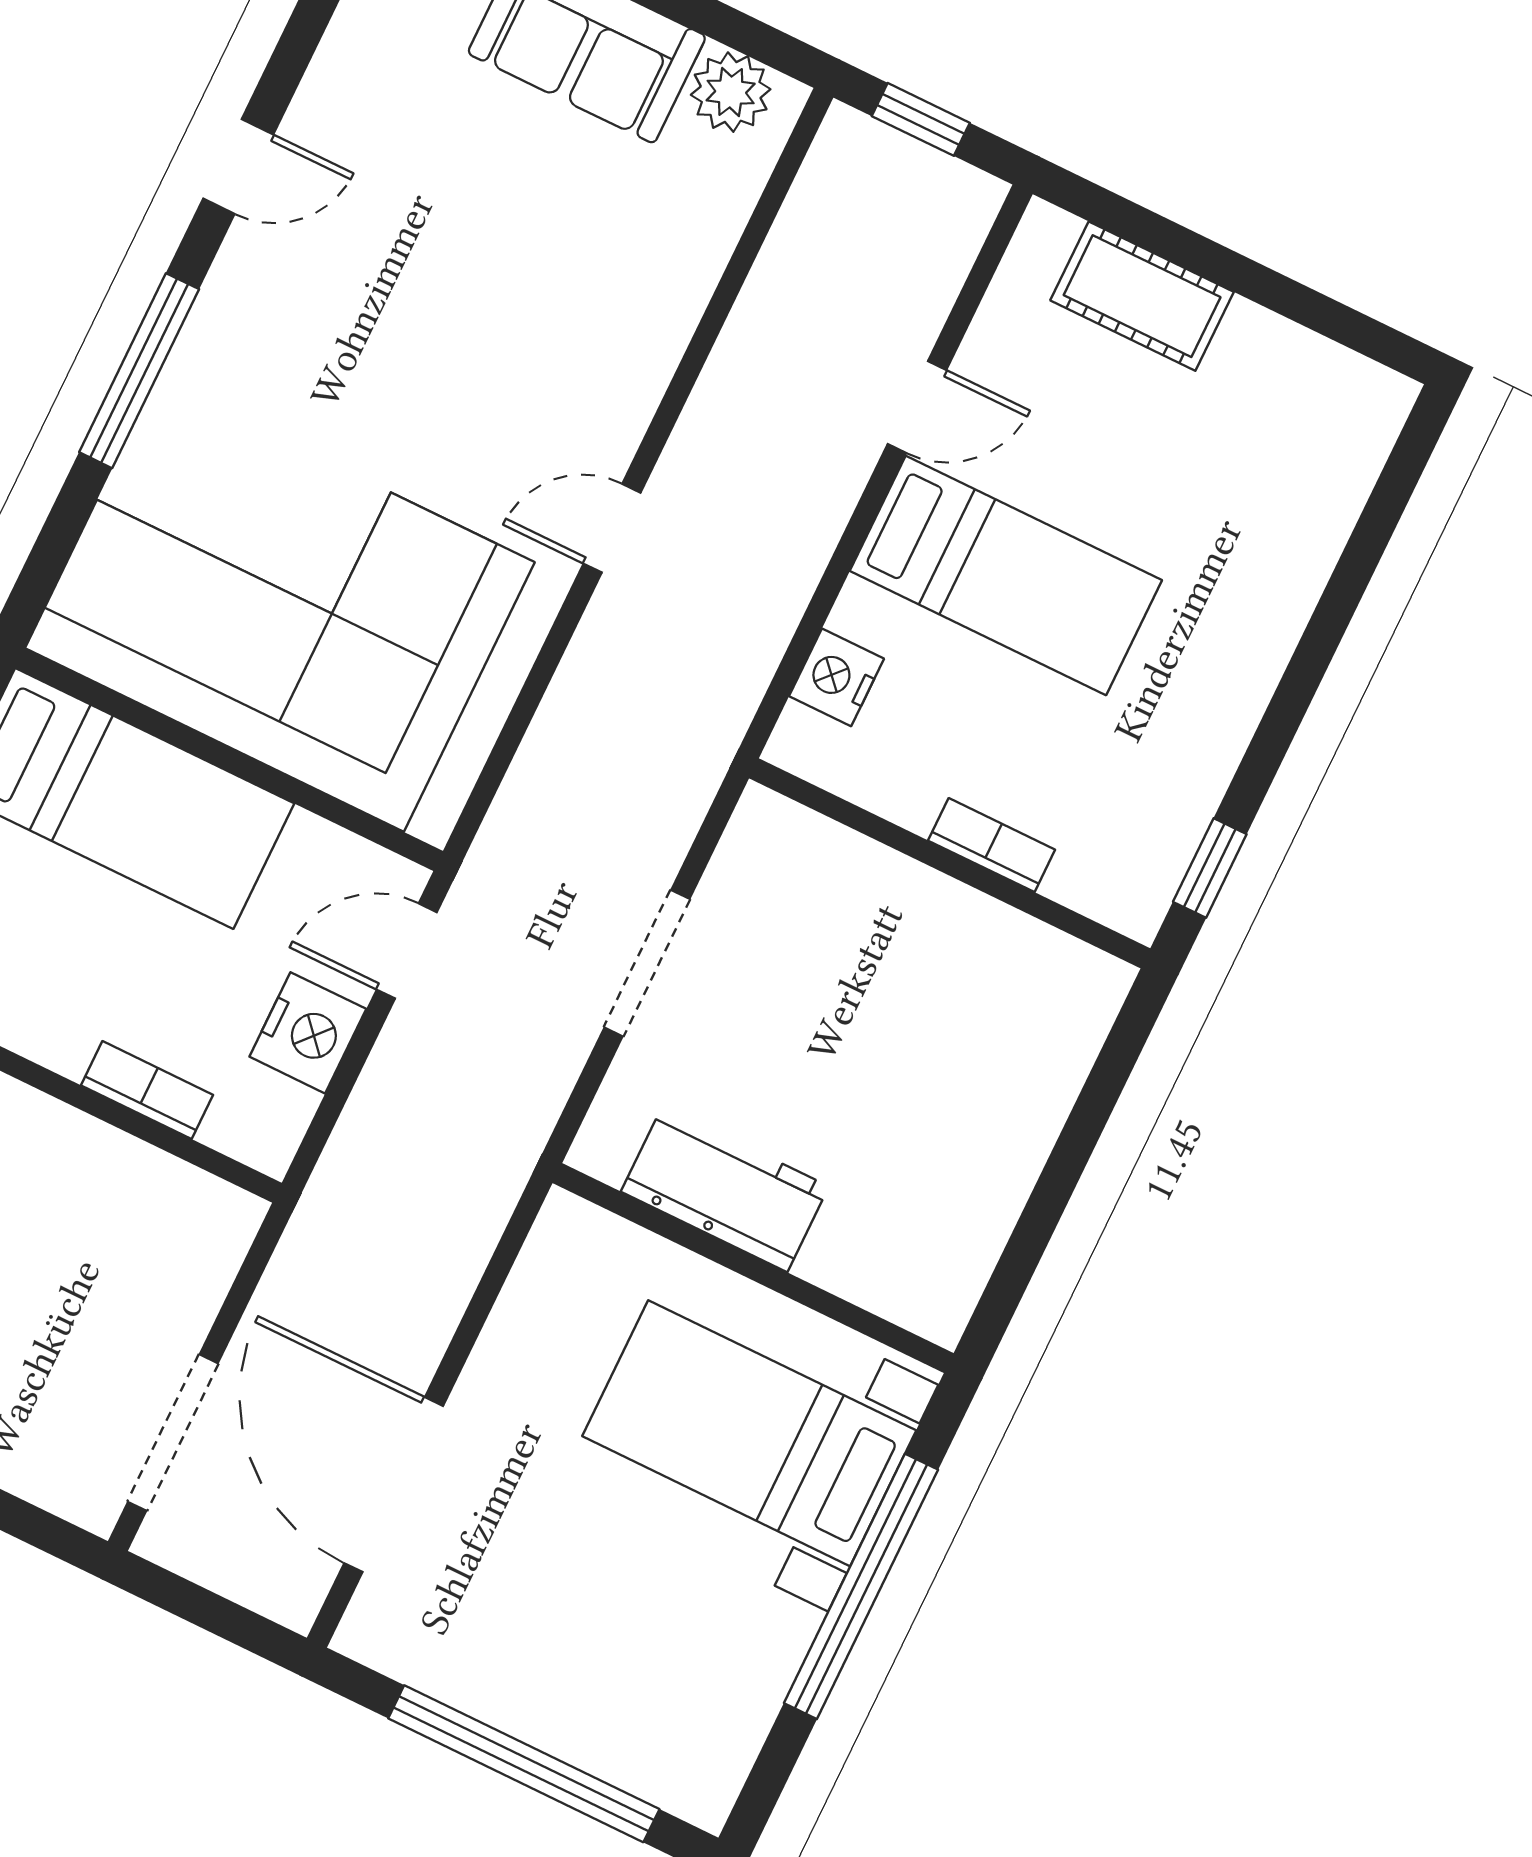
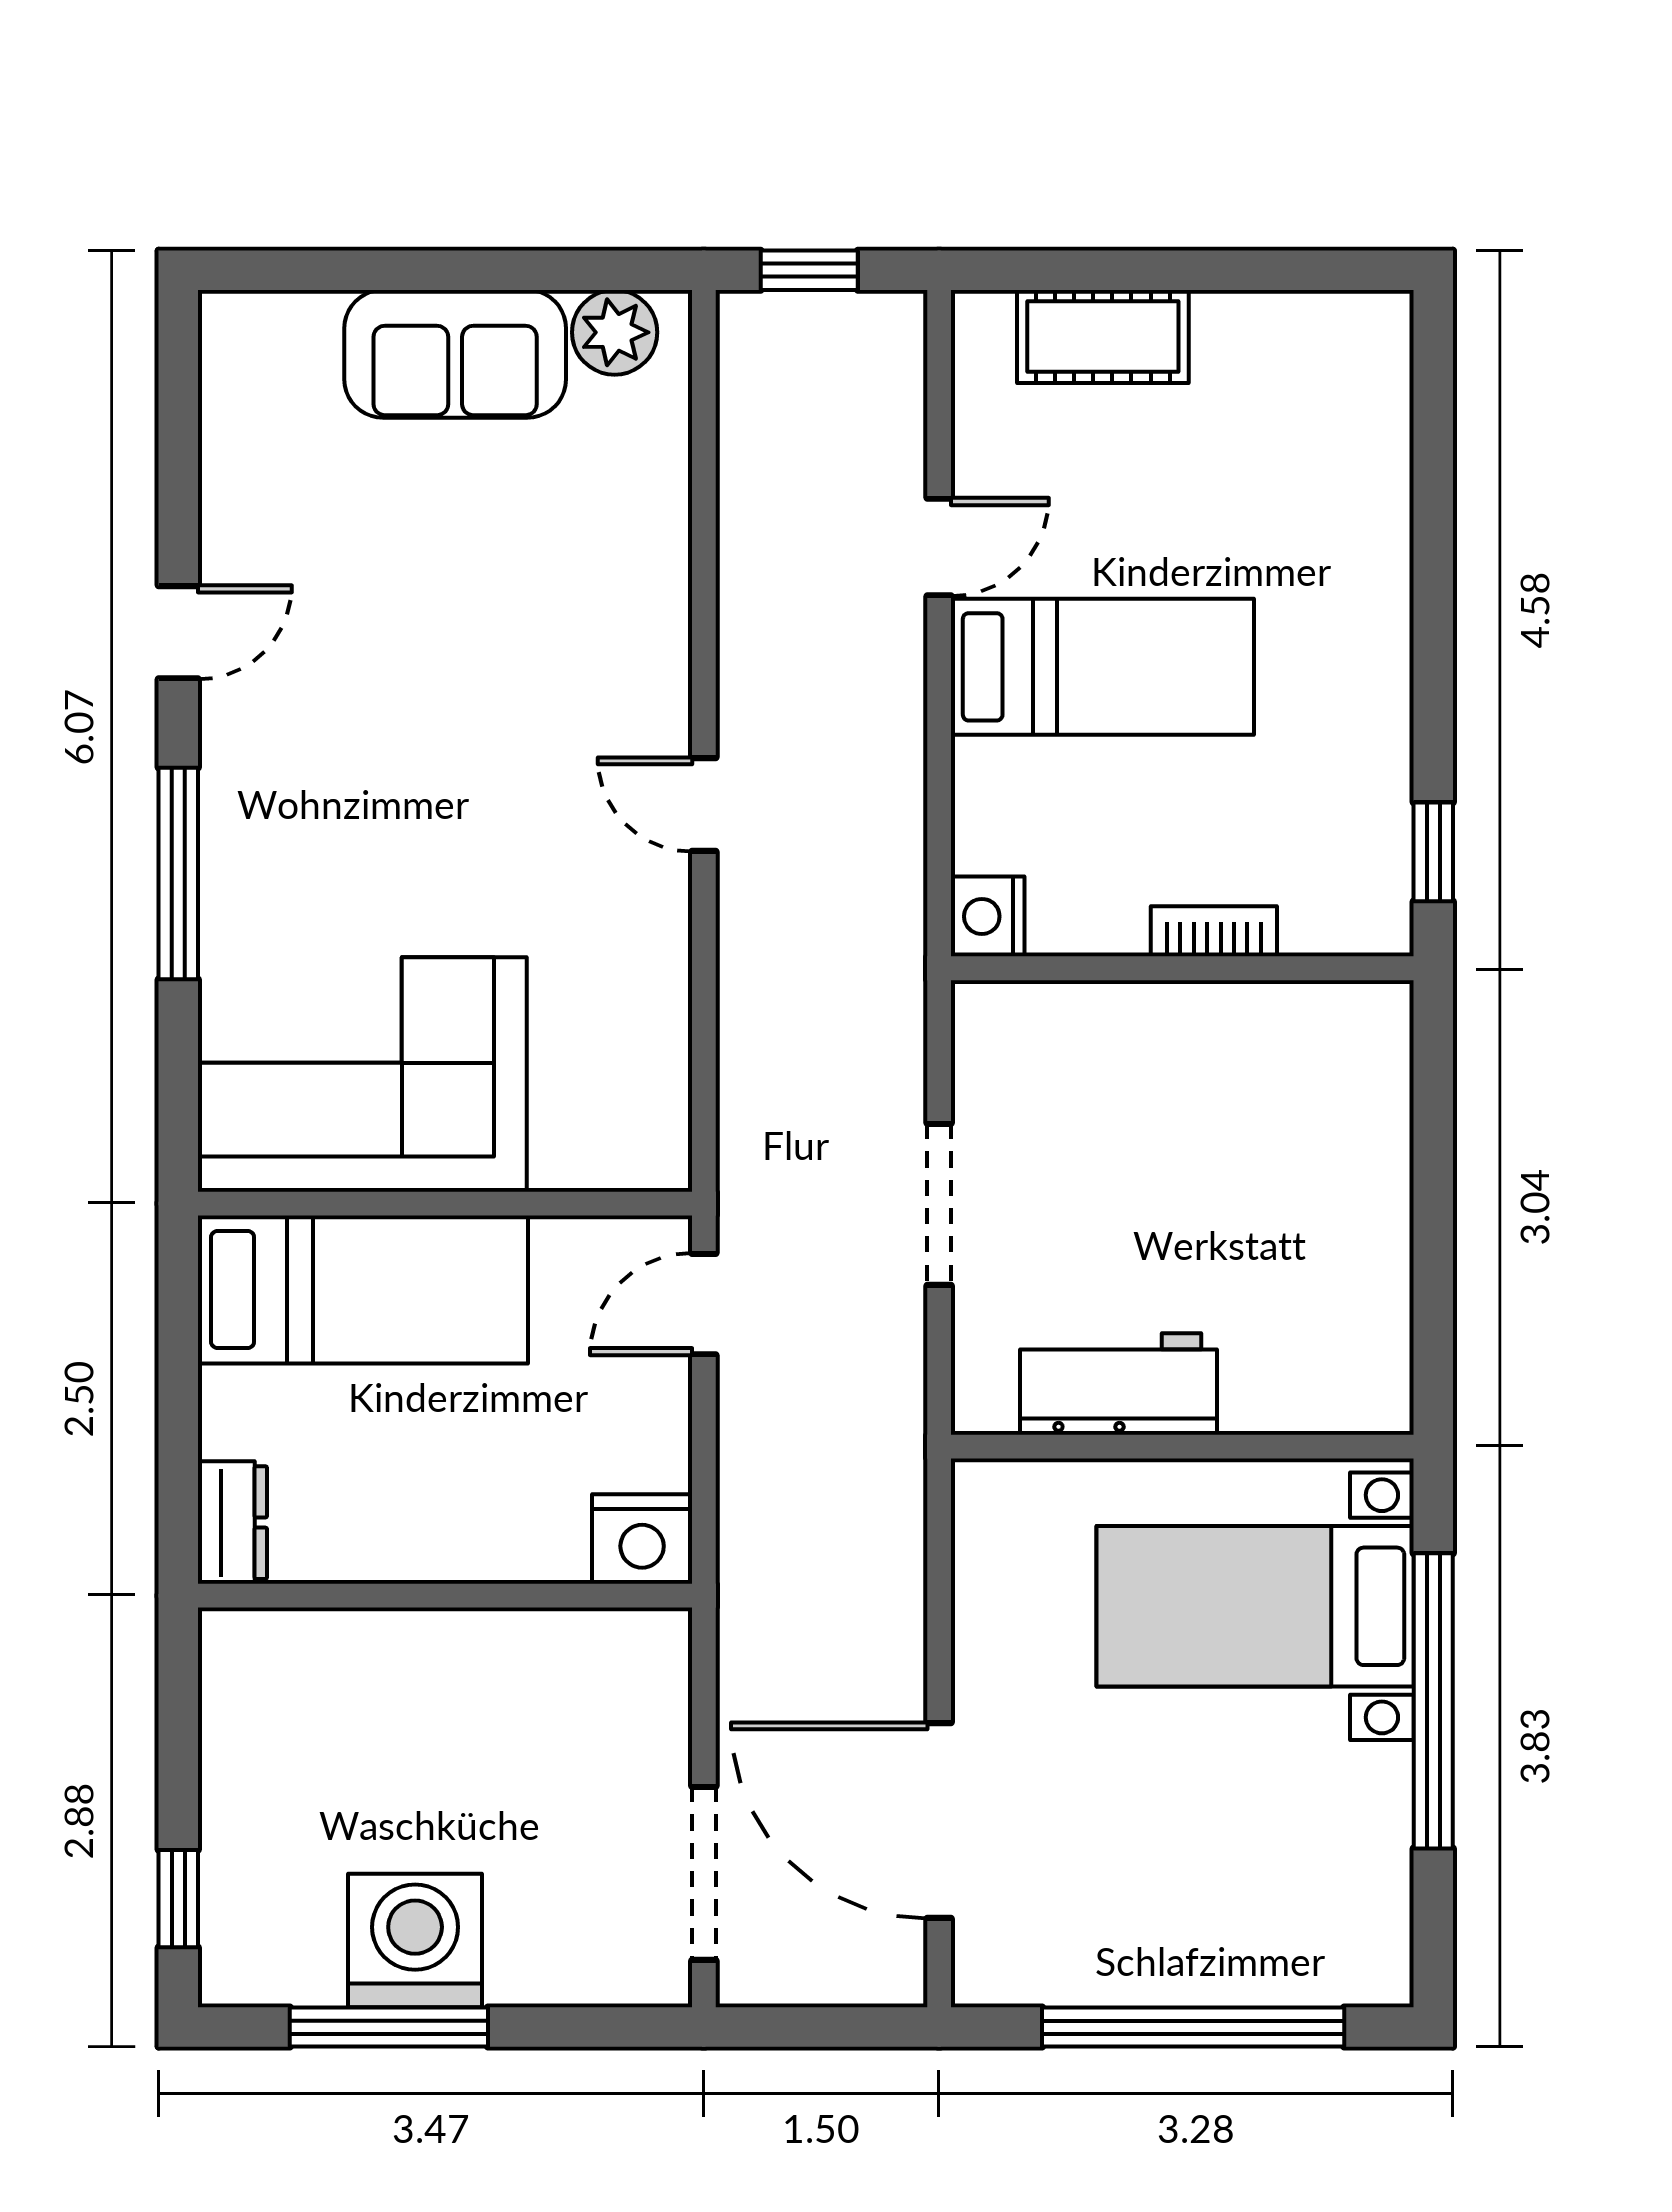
door: (612, 528) -> (704, 805), hinge flipped
corner sofa: (280, 605) -> (362, 1074), width x0.73, depth x0.74
nightstand: (836, 677) -> (988, 916), moved
nightstand: (308, 1033) -> (642, 1539), moved, turned 90
bookcase: (147, 1090) -> (520, 1558), removed

